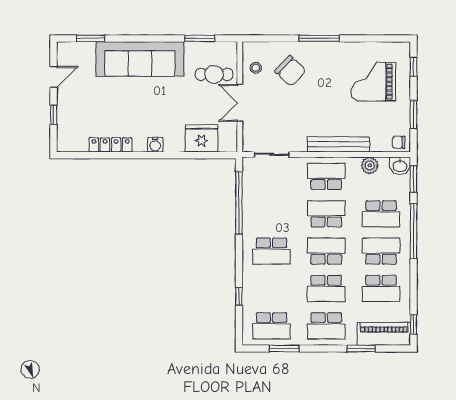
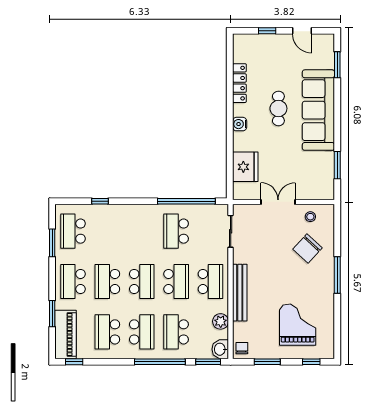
cafe table: (214, 74) -> (278, 108), moved
school desk: (271, 251) -> (176, 231), moved

